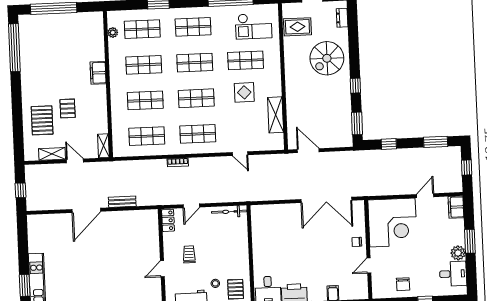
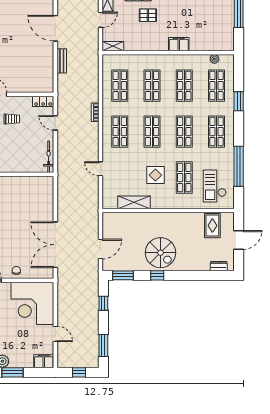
spiral stairs: (327, 58) -> (160, 253), moved, turned 180
door: (308, 151) -> (100, 249), moved
door: (240, 154) -> (100, 169), hinge flipped

